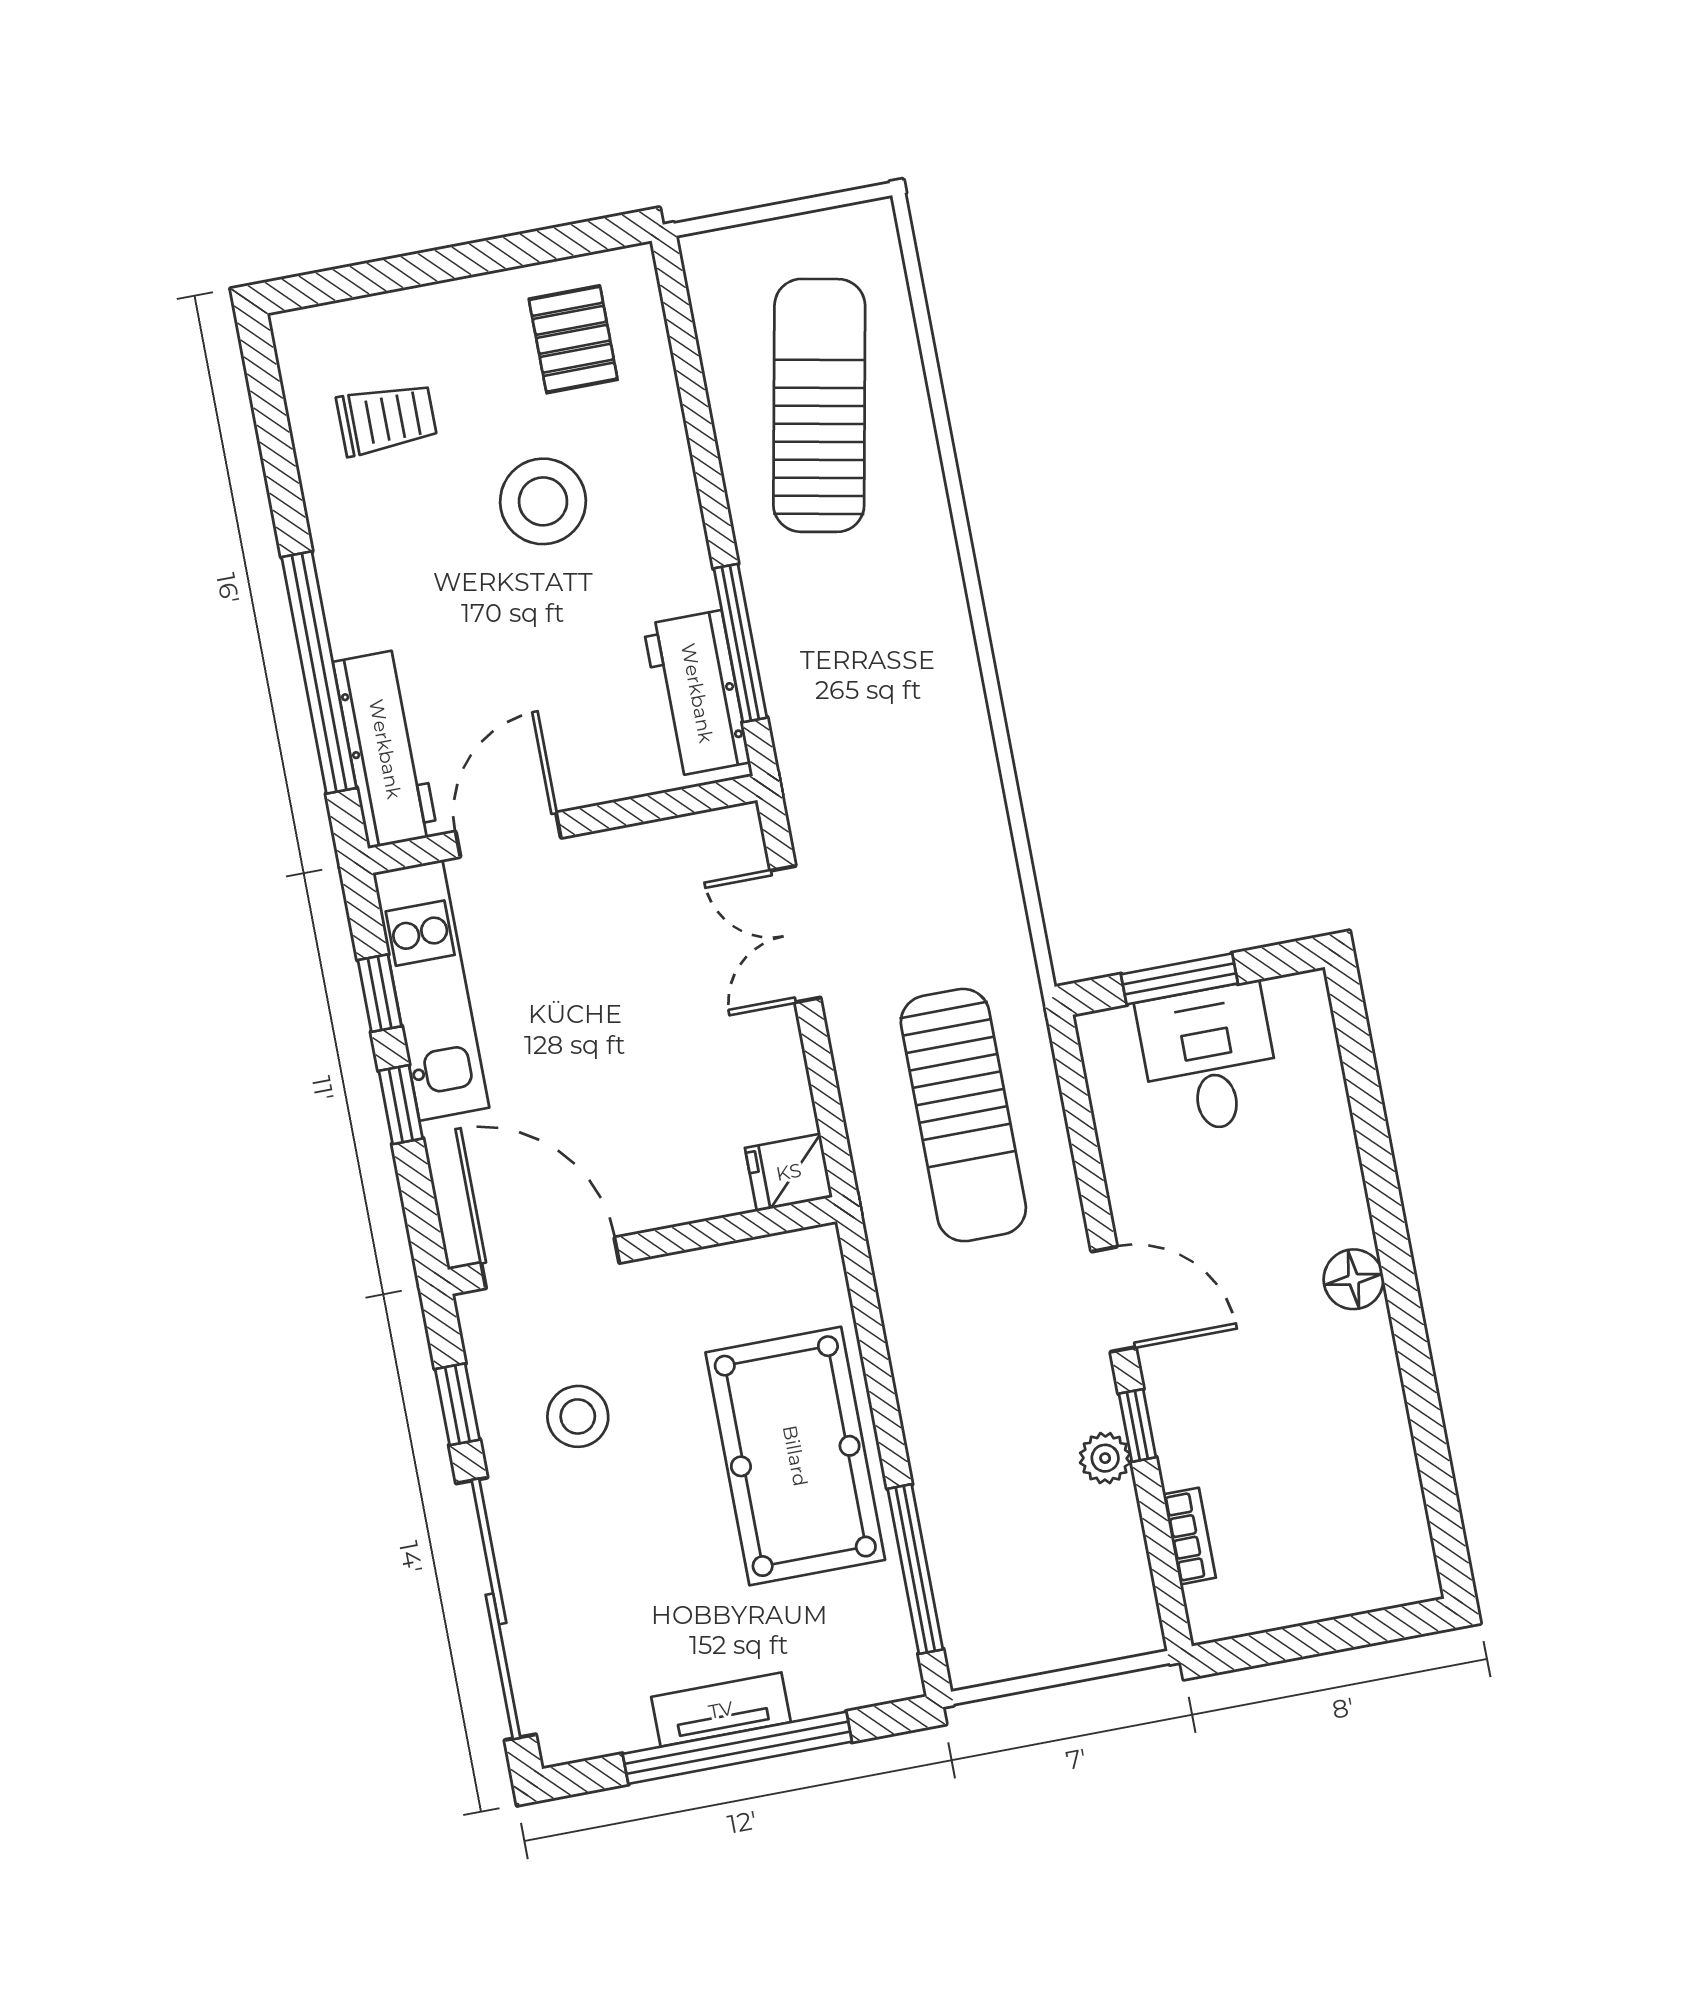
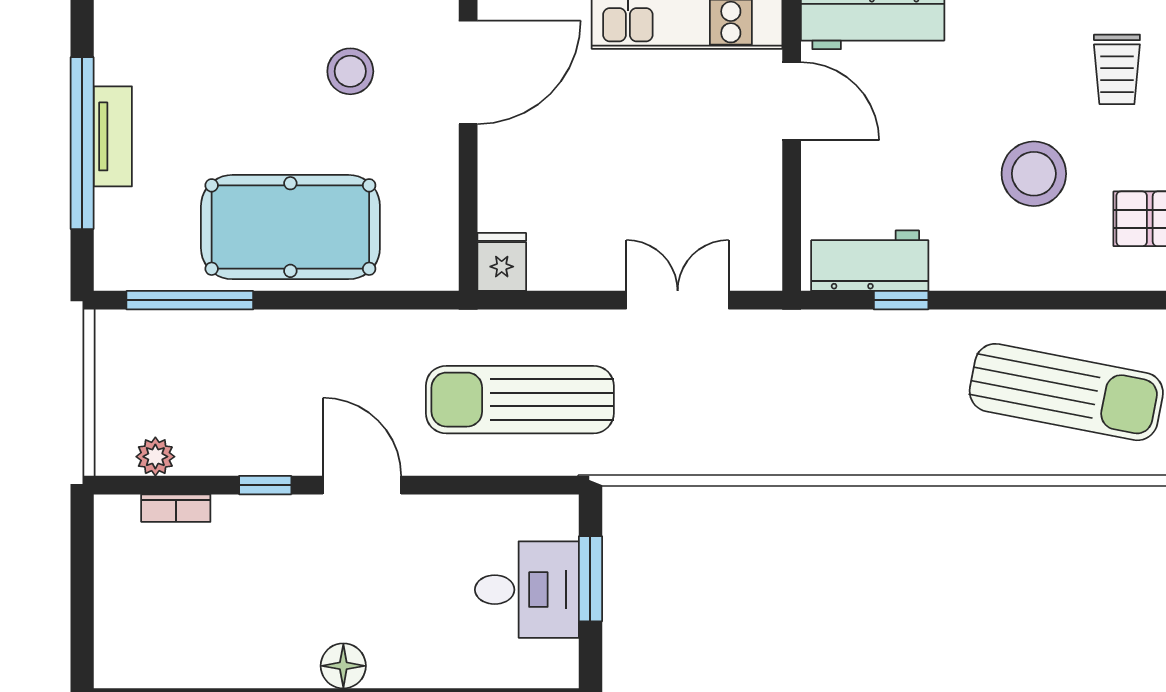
window: (740, 643) -> (901, 300), width x0.46
door: (1114, 1299) -> (362, 485), swing flipped
plant: (1105, 1458) -> (155, 457), moved

